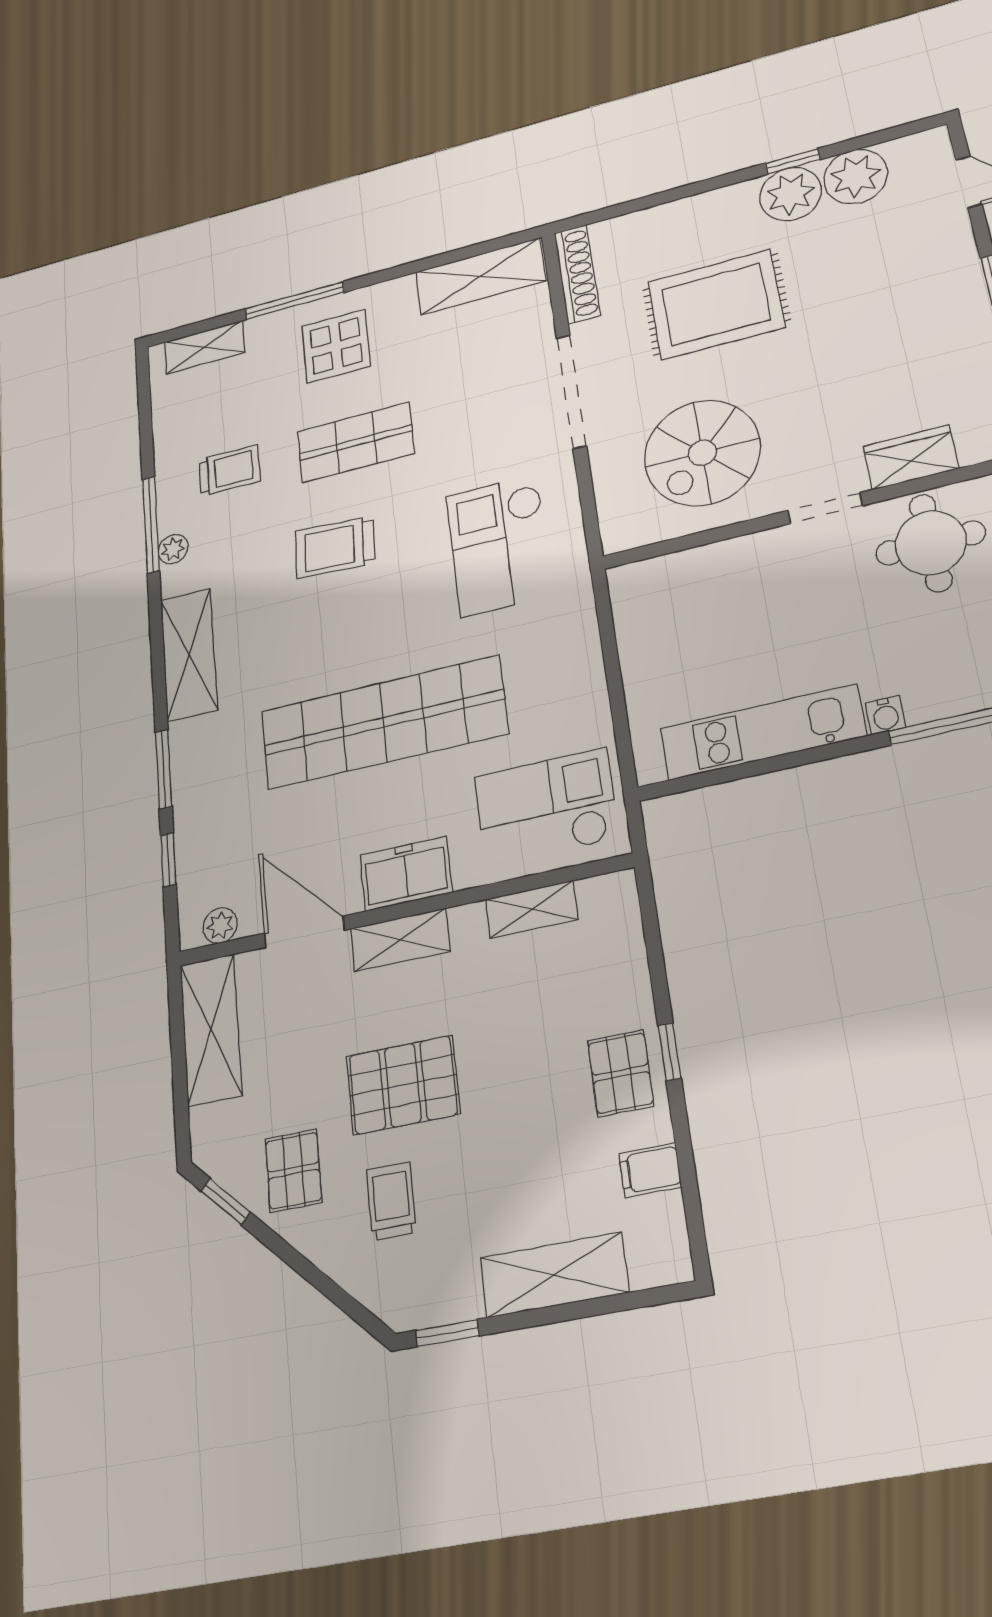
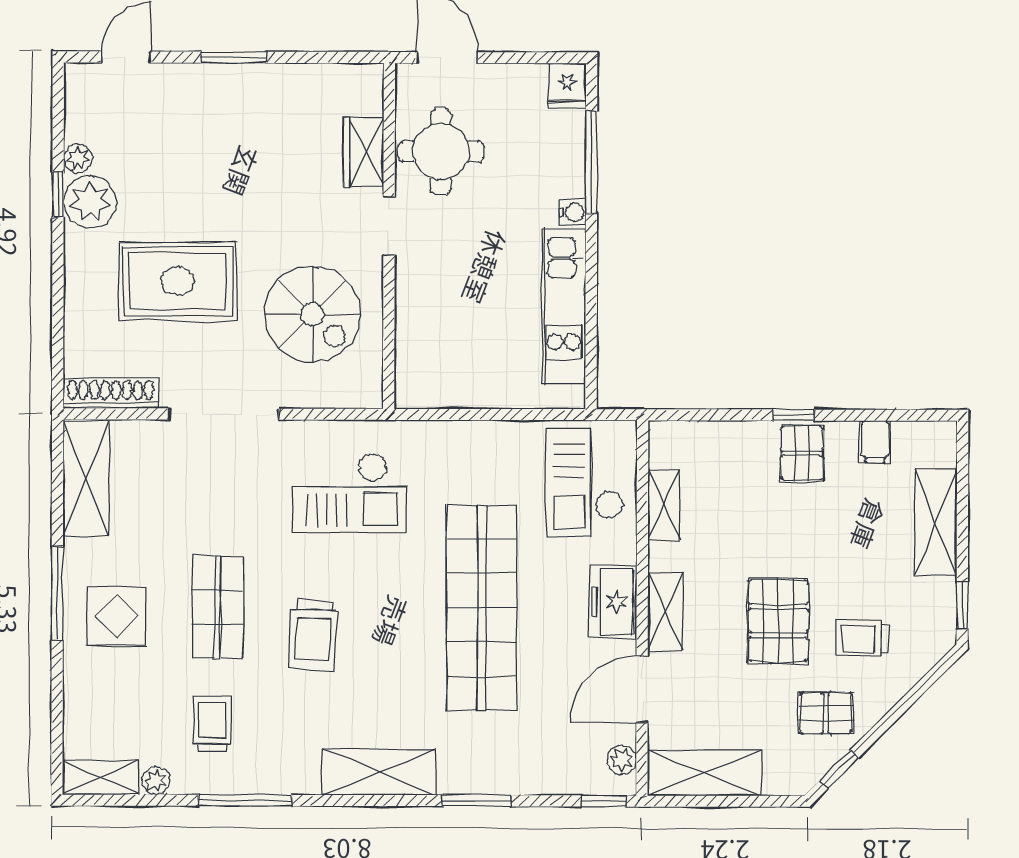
plant: (856, 176) -> (78, 158), width x0.53, depth x0.53
window: (294, 301) -> (57, 593), moved
rug: (716, 305) -> (178, 281), turned 90
shelving: (205, 347) -> (101, 777), moved, turned 90
plant: (173, 549) -> (156, 781), moved
window: (168, 860) -> (604, 801), moved
pallet: (621, 1073) -> (802, 453), turned 90

